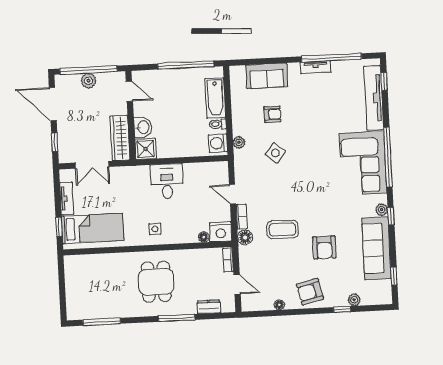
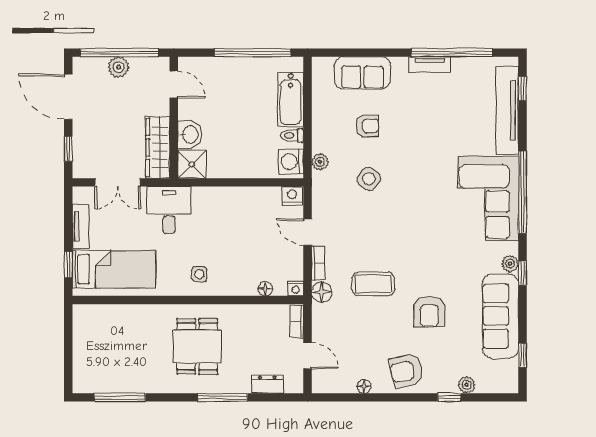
nightstand: (220, 168) -> (292, 196), added
desk: (167, 181) -> (169, 210), moved
nightstand: (221, 232) -> (296, 289), width x0.53, depth x0.56

